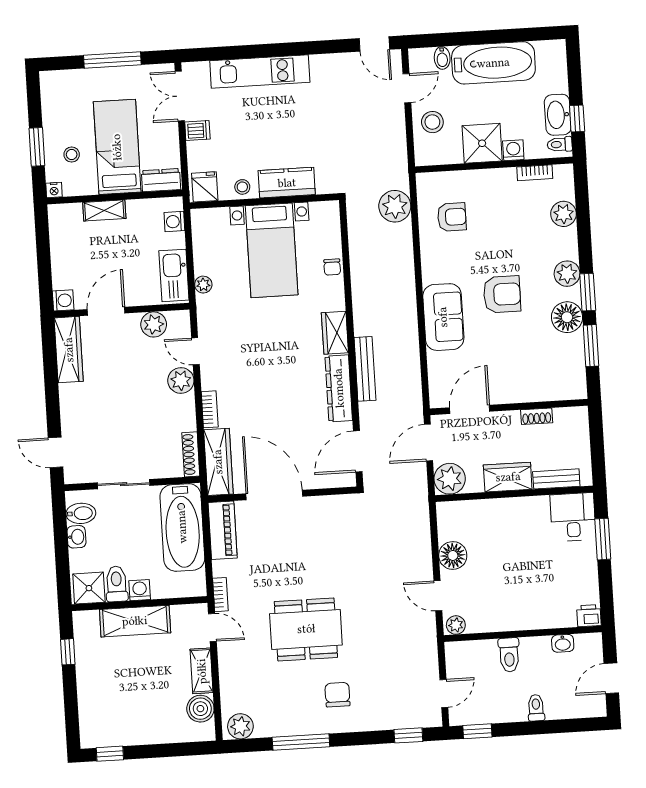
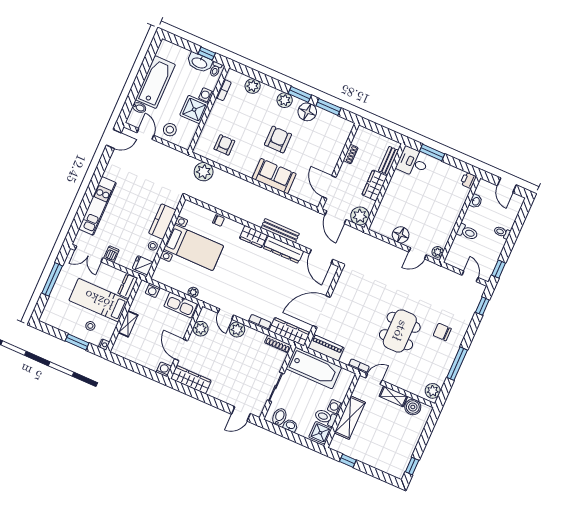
door: (195, 351) -> (226, 314), hinge flipped

